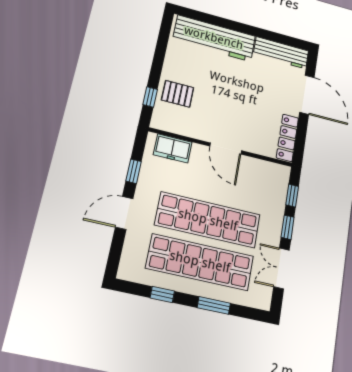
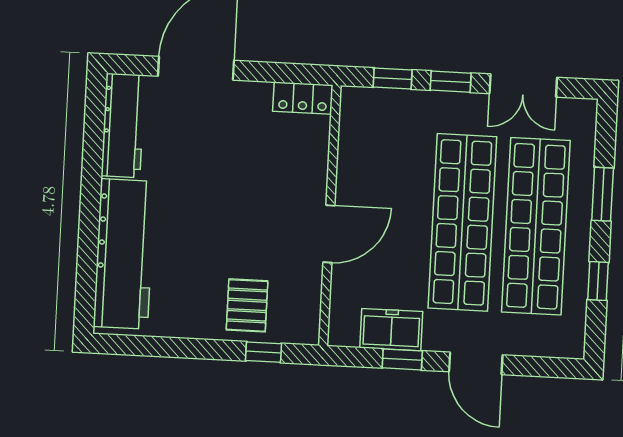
locker: (287, 138) -> (303, 98), width x0.66
freezer: (173, 148) -> (391, 330), moved, turned -90
door: (226, 148) -> (329, 234), moved

